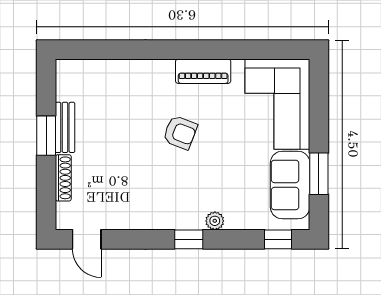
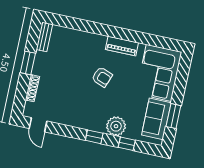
bench: (65, 127) -> (44, 37), moved
plant: (215, 221) -> (116, 126), width x1.88, depth x1.88
window: (278, 239) -> (127, 144), moved

